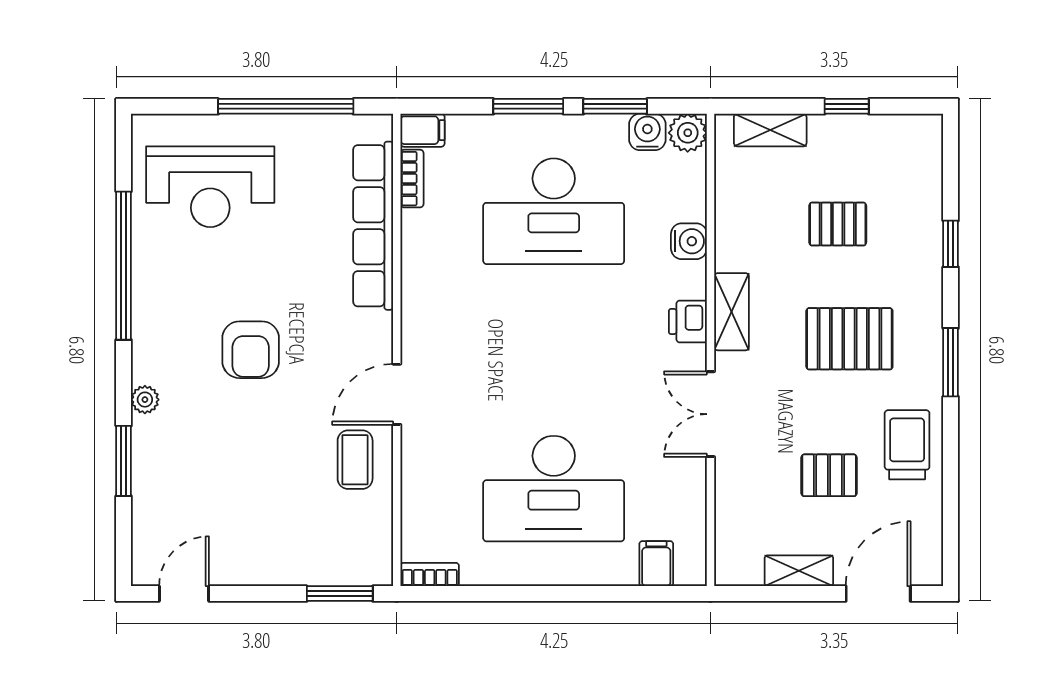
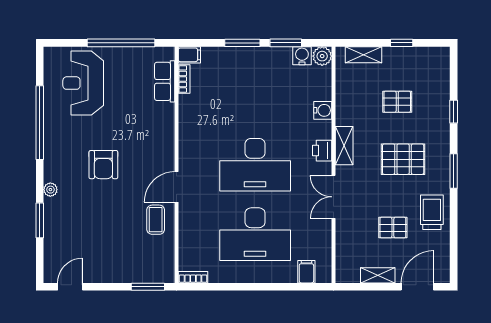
reception desk: (210, 187) -> (83, 83), turned 90
desk: (554, 211) -> (255, 165), moved
row of seats: (373, 226) -> (165, 81), width x0.50

